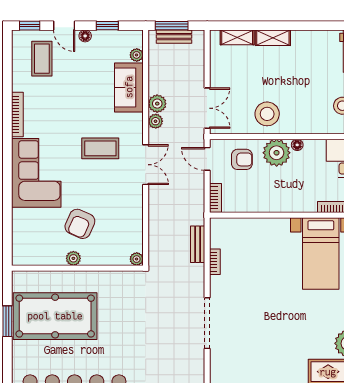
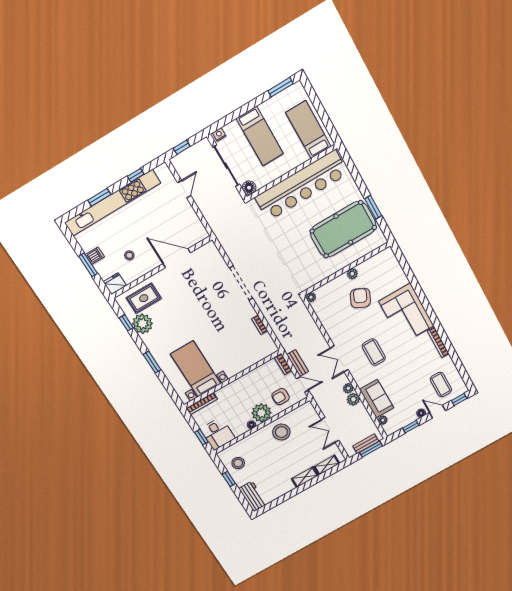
double door: (207, 108) -> (330, 430), moved
coffee table: (100, 148) -> (374, 352), turned 90
bench: (198, 244) -> (298, 363), moved

